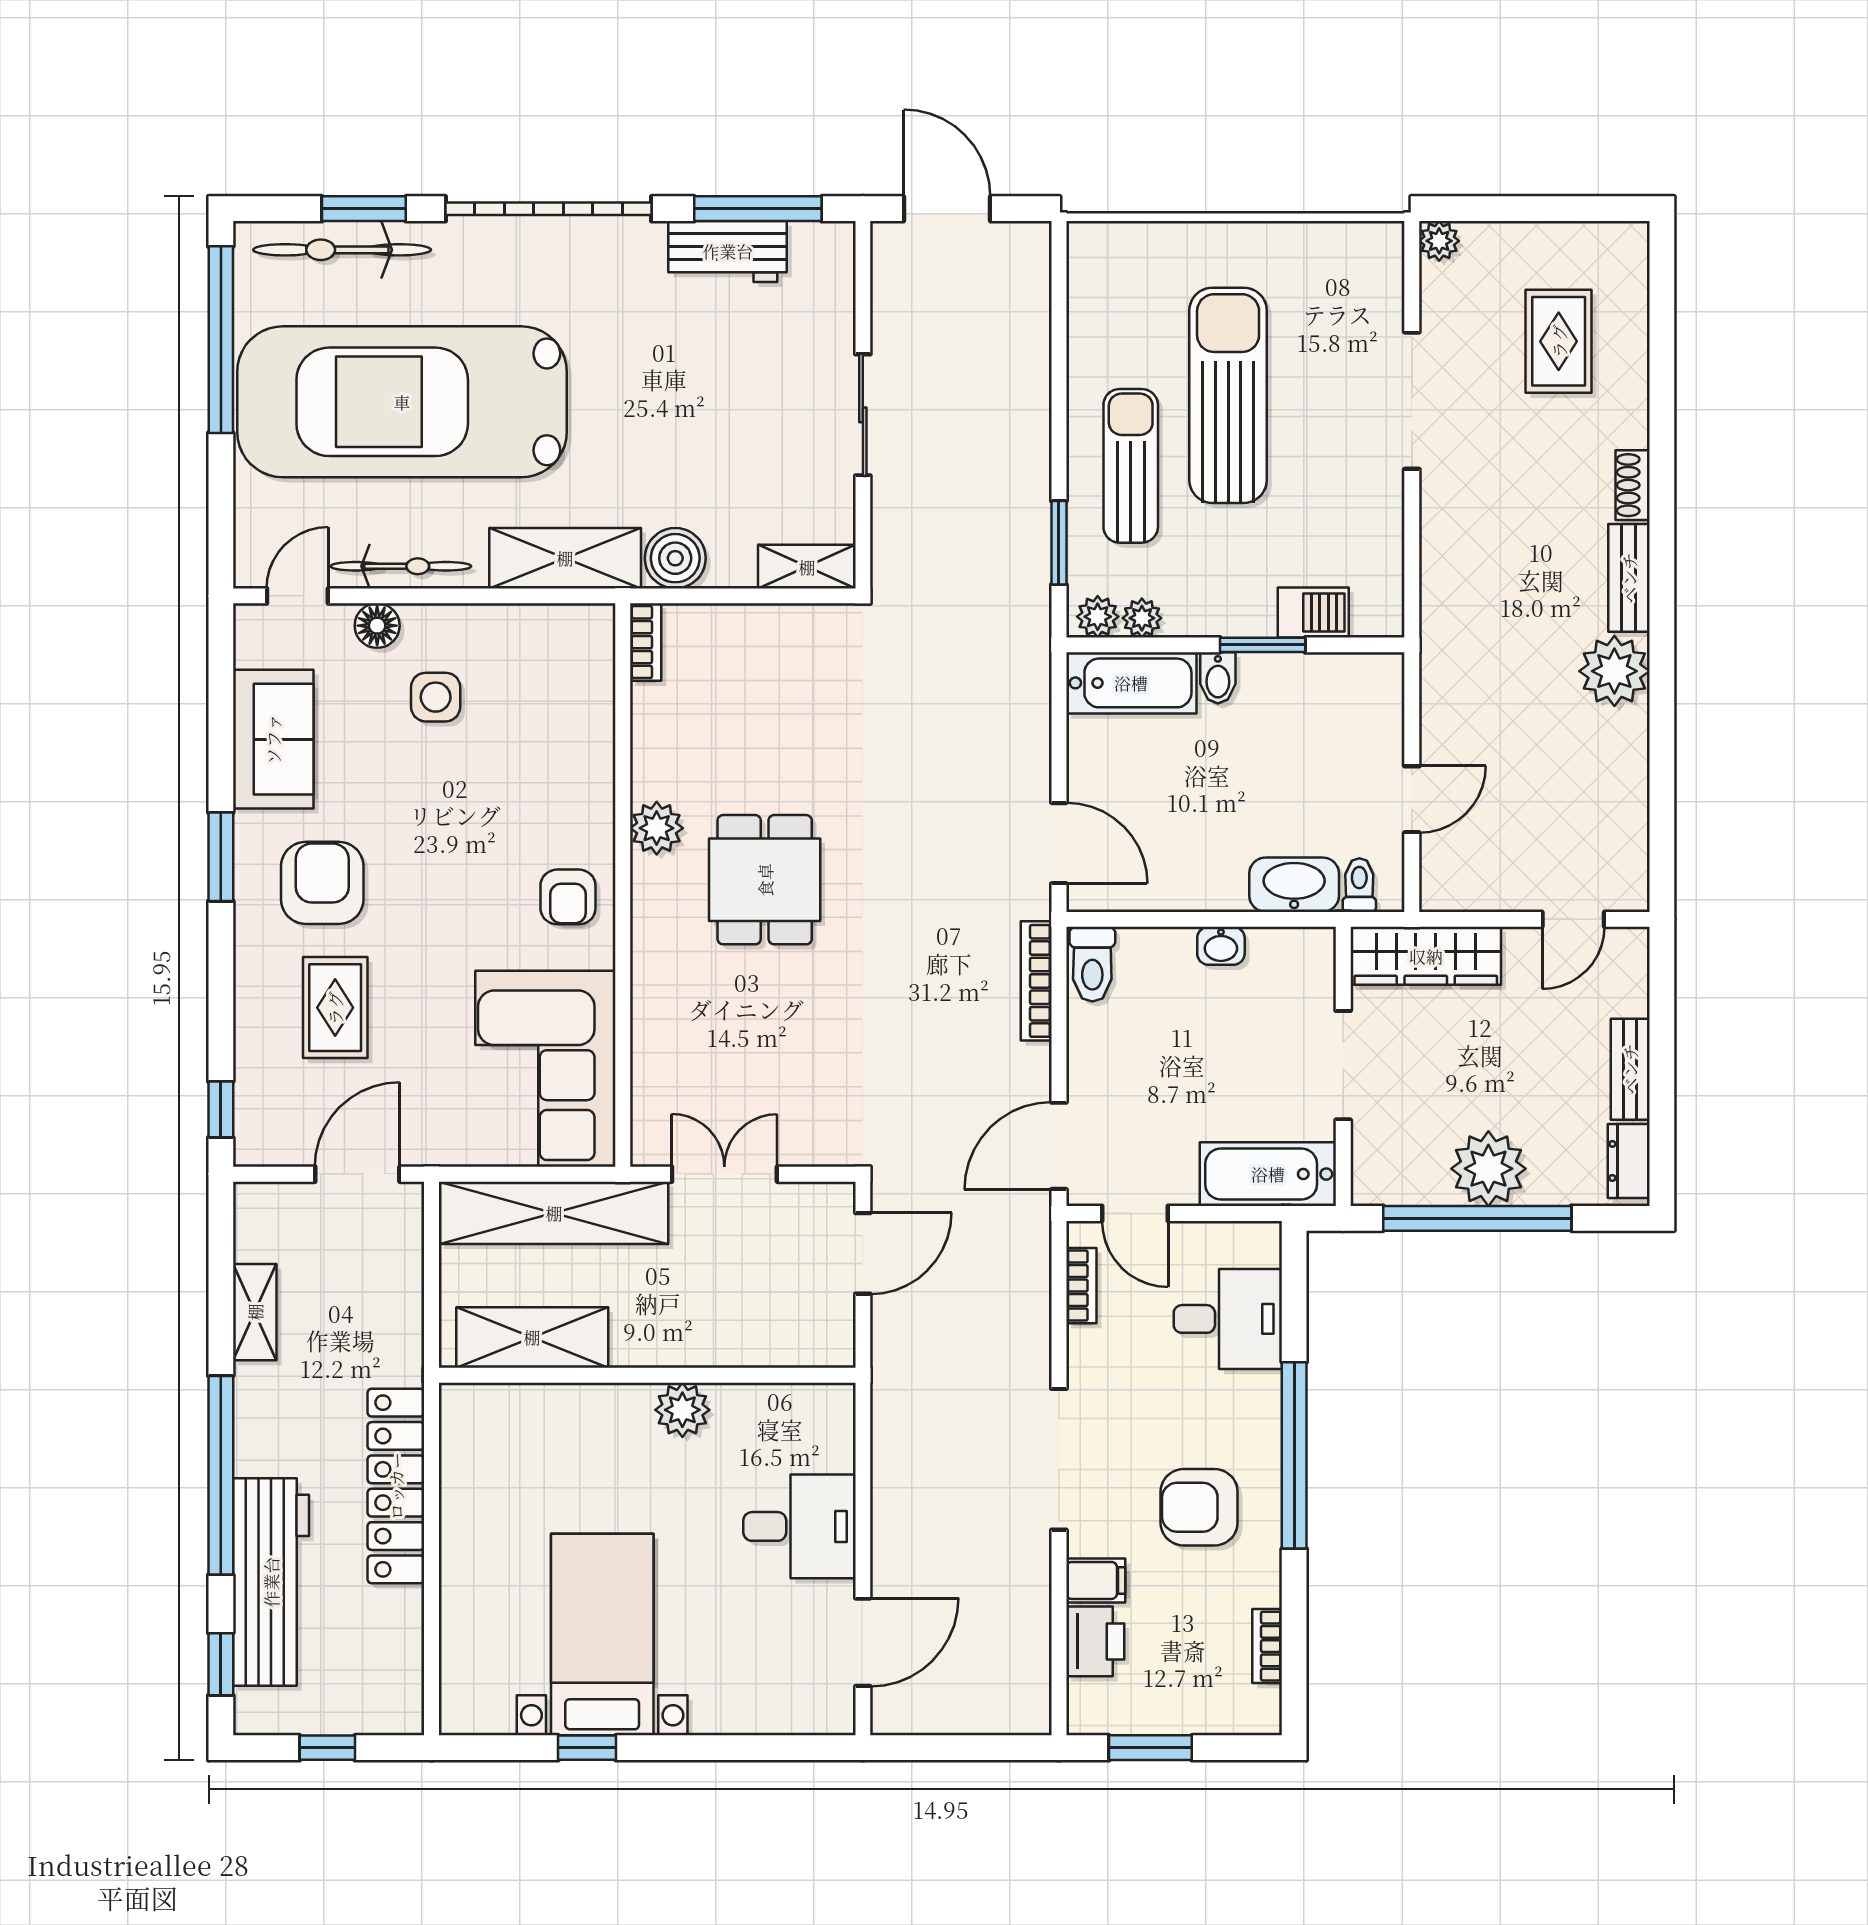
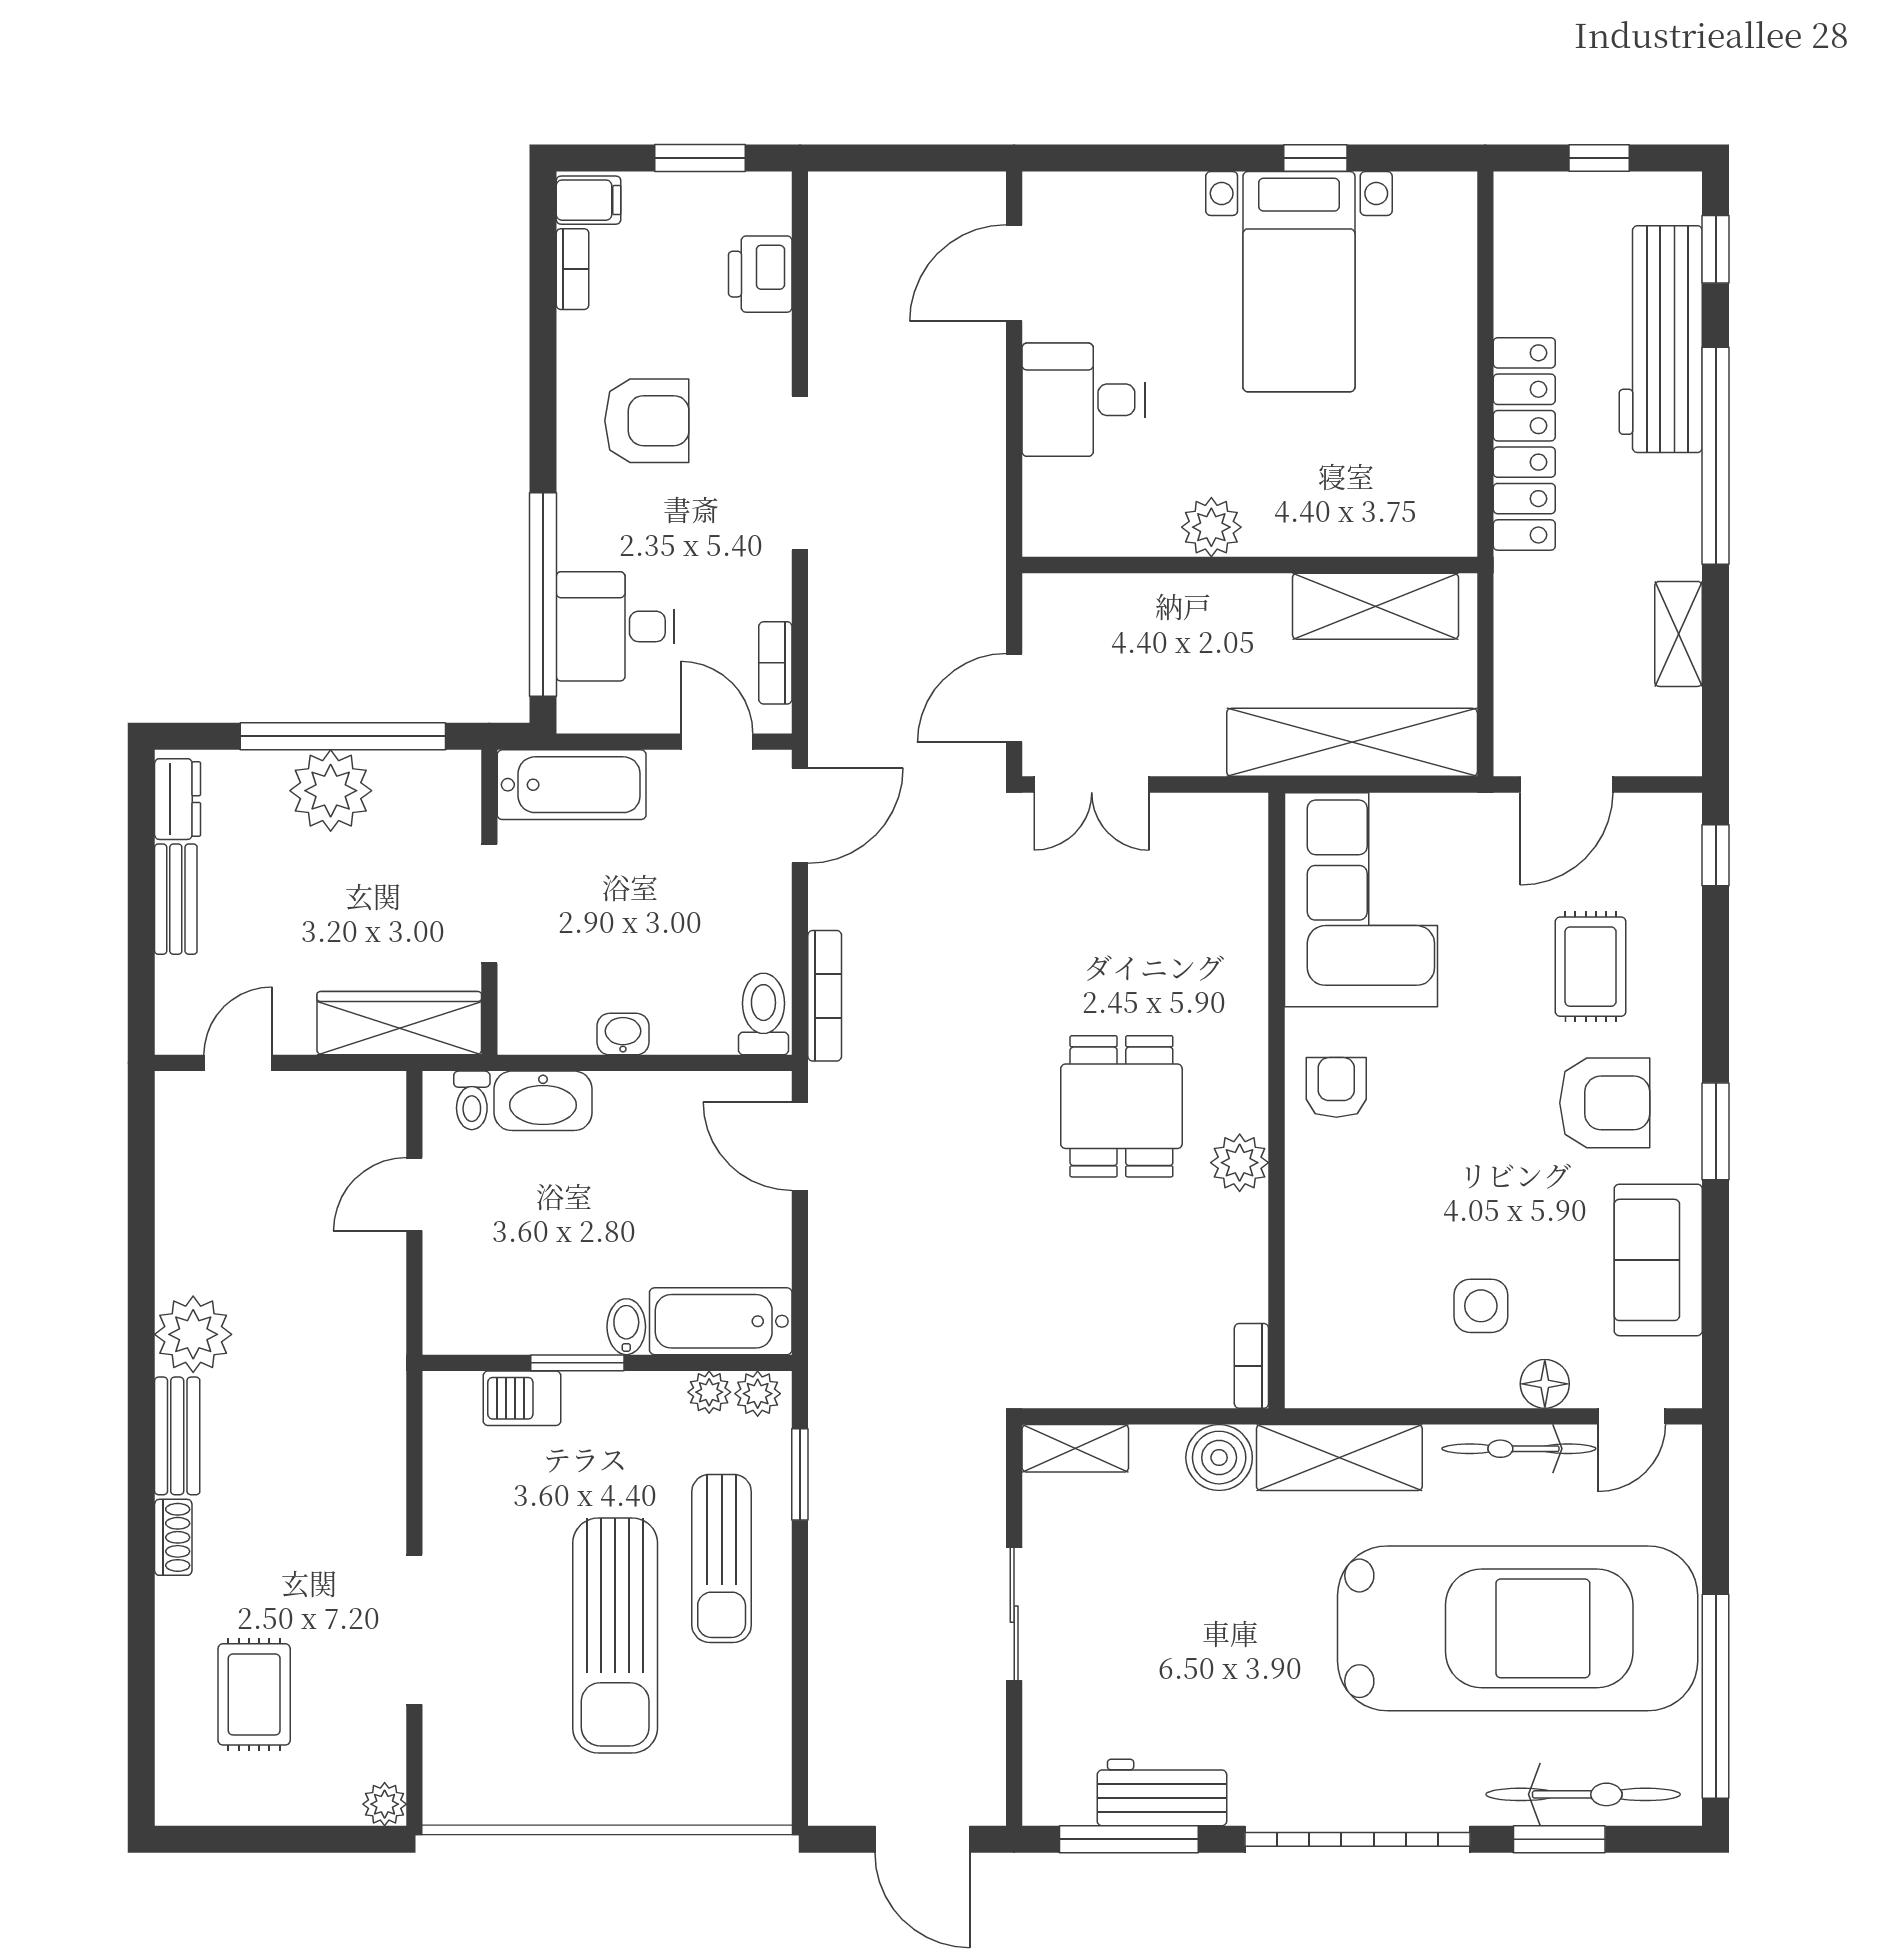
armchair: (322, 883) -> (1605, 1103), turned -90
double door: (724, 1174) -> (1092, 785), moved
window: (1294, 1455) -> (543, 595), moved
filing cabinet: (1096, 1580) -> (589, 200), moved, turned 180

